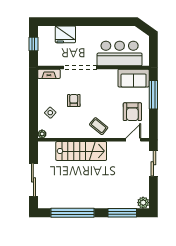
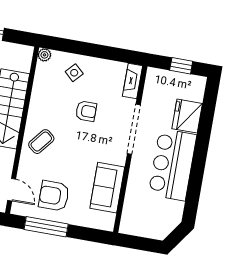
bar counter: (120, 53) -> (173, 165), moved, turned 180
sofa: (134, 78) -> (107, 188), moved
window: (153, 95) -> (46, 227), moved

